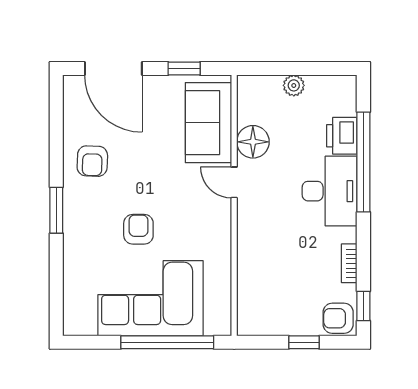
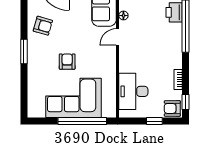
floor lamp: (253, 142) -> (123, 16), width x0.53, depth x0.53
armchair: (92, 161) -> (43, 26), turned -76
door: (234, 182) -> (118, 37), hinge flipped
desk: (330, 191) -> (133, 91), moved, turned 180

